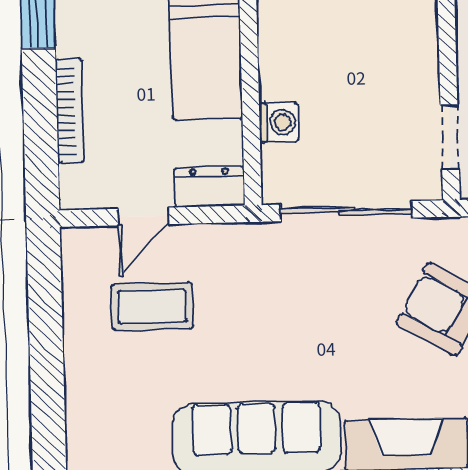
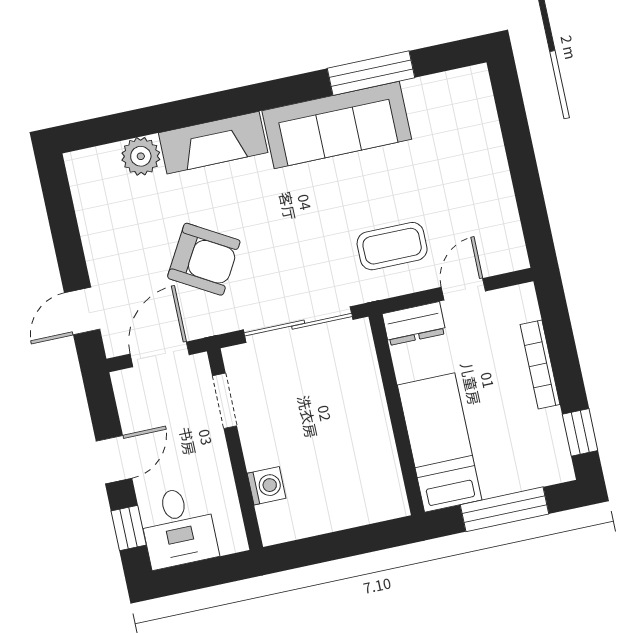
washing machine: (279, 122) -> (267, 486), moved, turned 180
coffee table: (152, 307) -> (392, 246), moved

